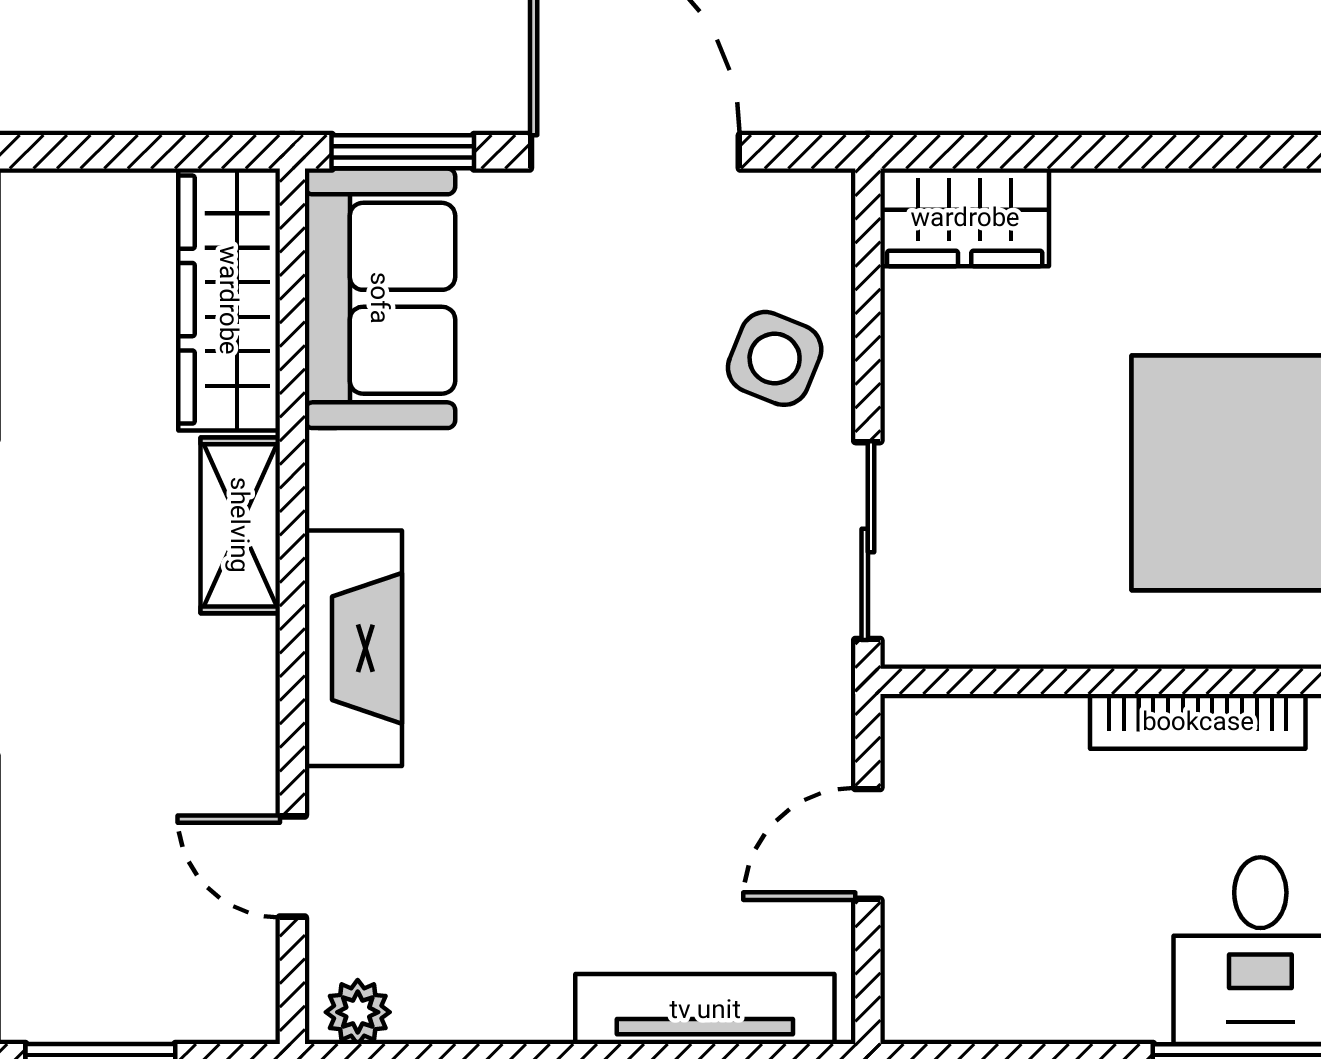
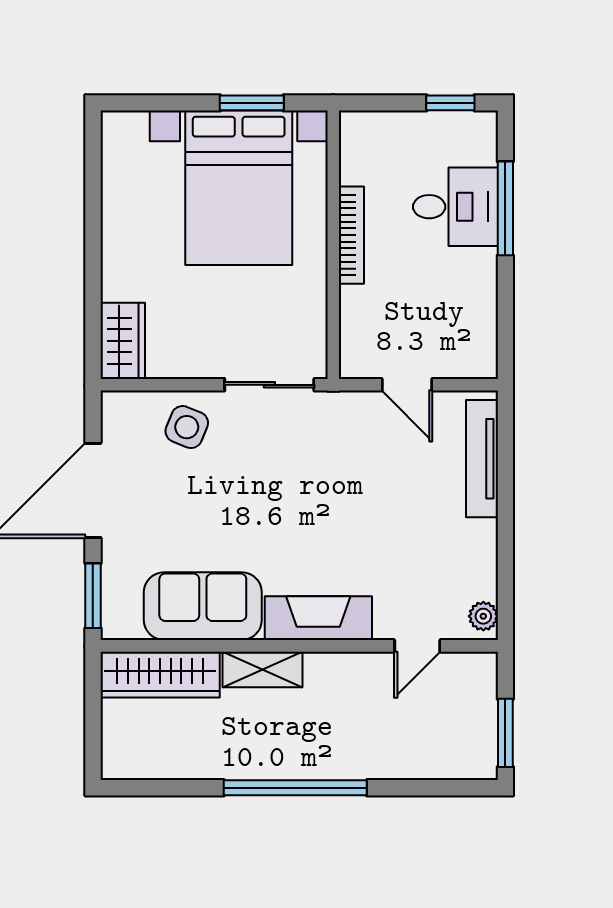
sofa: (380, 298) -> (203, 606), moved

